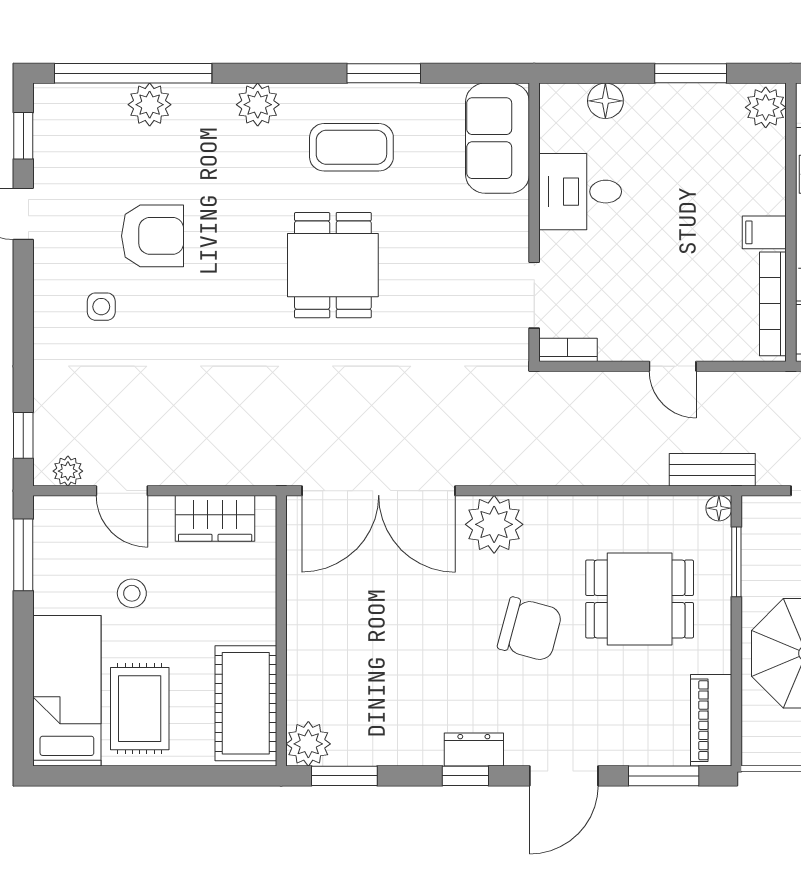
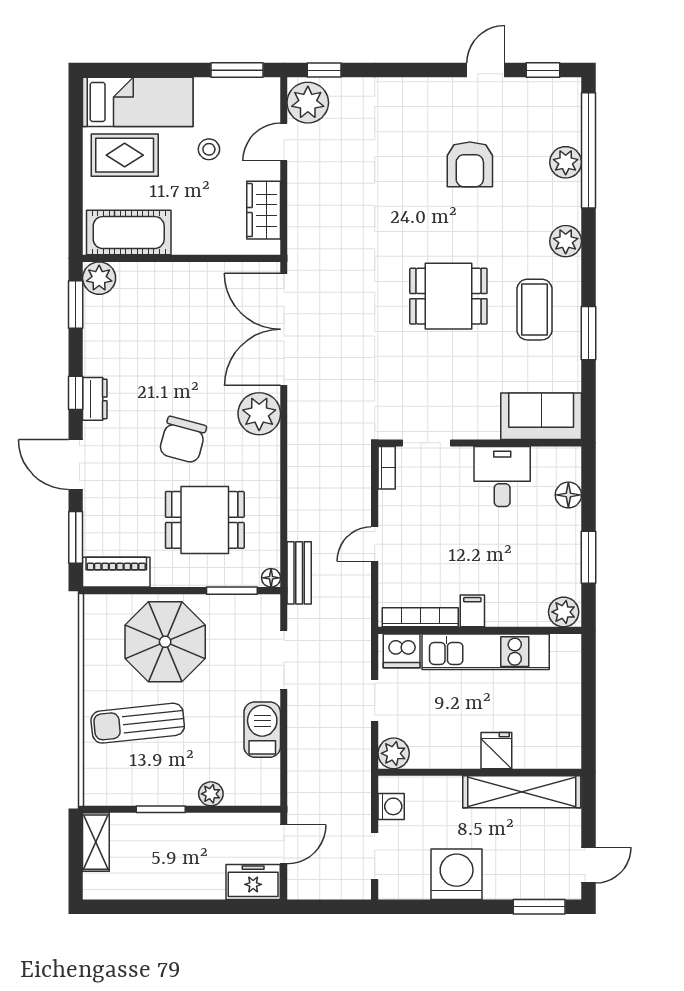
side table: (101, 307) -> (418, 127), removed
plant: (68, 471) -> (308, 103), width x1.88, depth x1.88
dining table: (640, 599) -> (205, 520), turned 90

